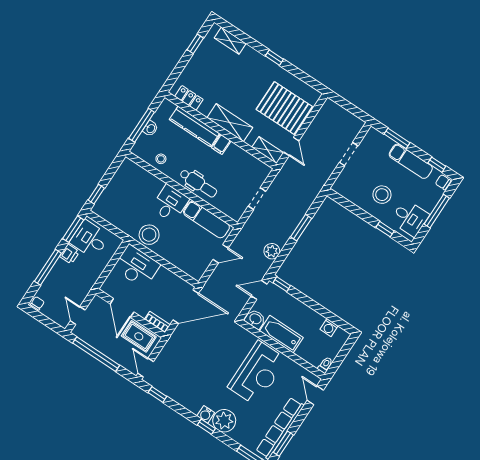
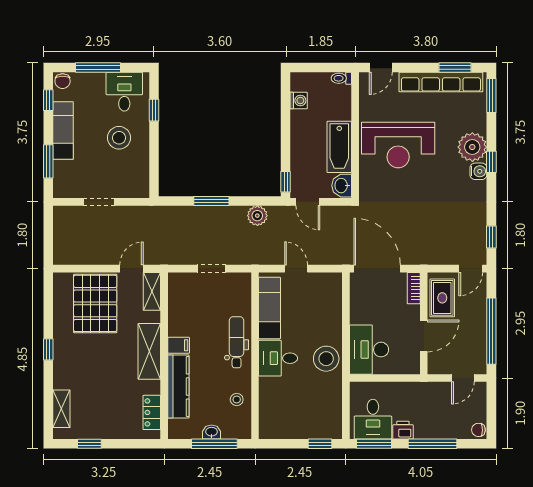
reception desk: (257, 373) -> (398, 145), turned 180

